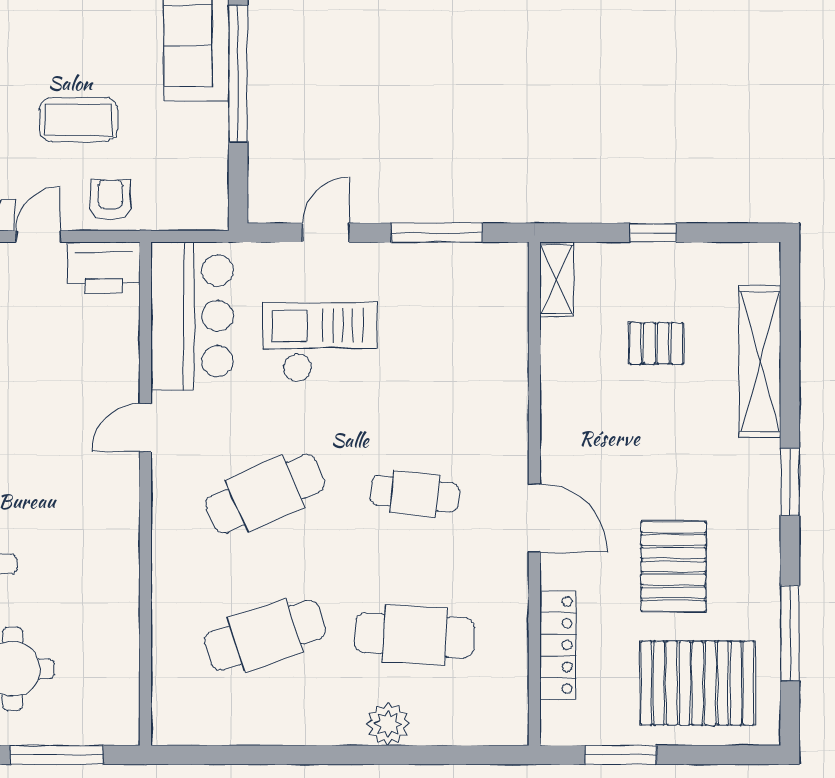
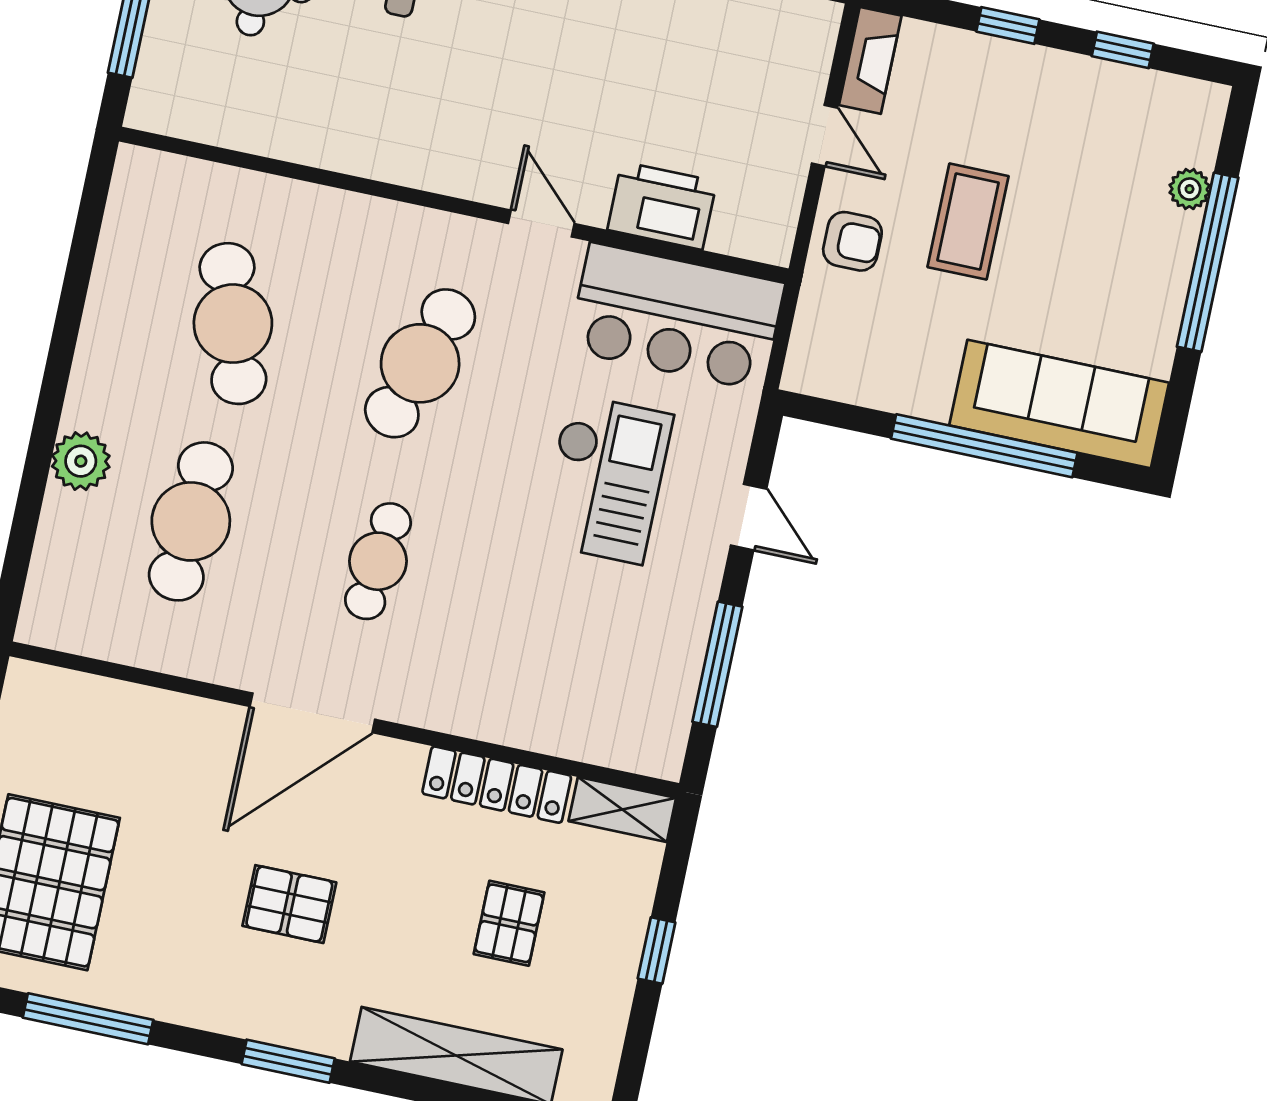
printer: (104, 268) -> (662, 206), moved, turned 90
cafe table: (265, 494) -> (420, 363), turned 42
door: (534, 518) -> (312, 713), width x1.36
pallet: (673, 566) -> (289, 904), moved, width x0.67, depth x0.71
locker: (558, 645) -> (497, 785), moved

